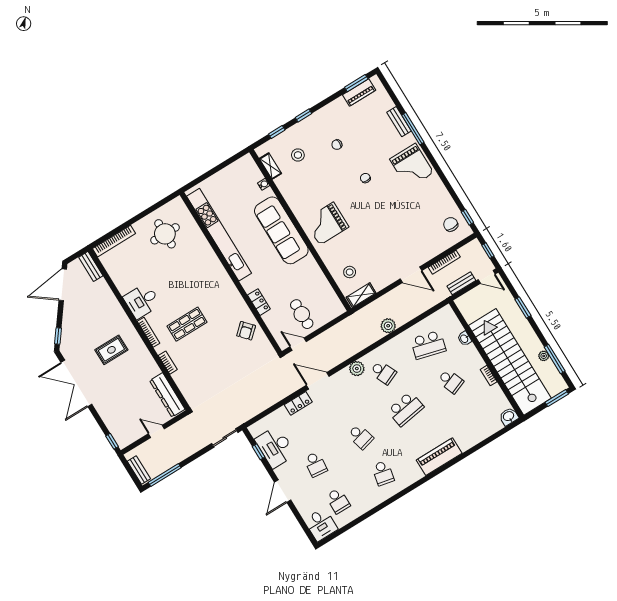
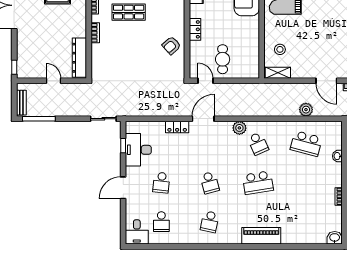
plant: (388, 326) -> (306, 110), moved
door: (318, 381) -> (203, 119), hinge flipped
school desk: (451, 381) -> (306, 183), removed

